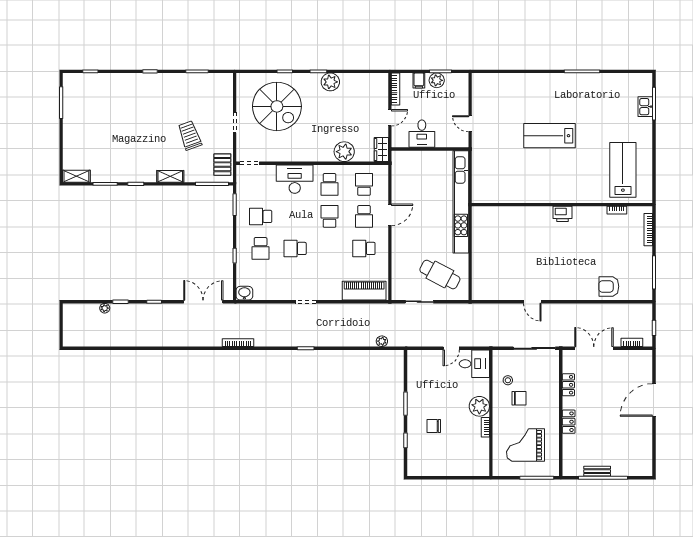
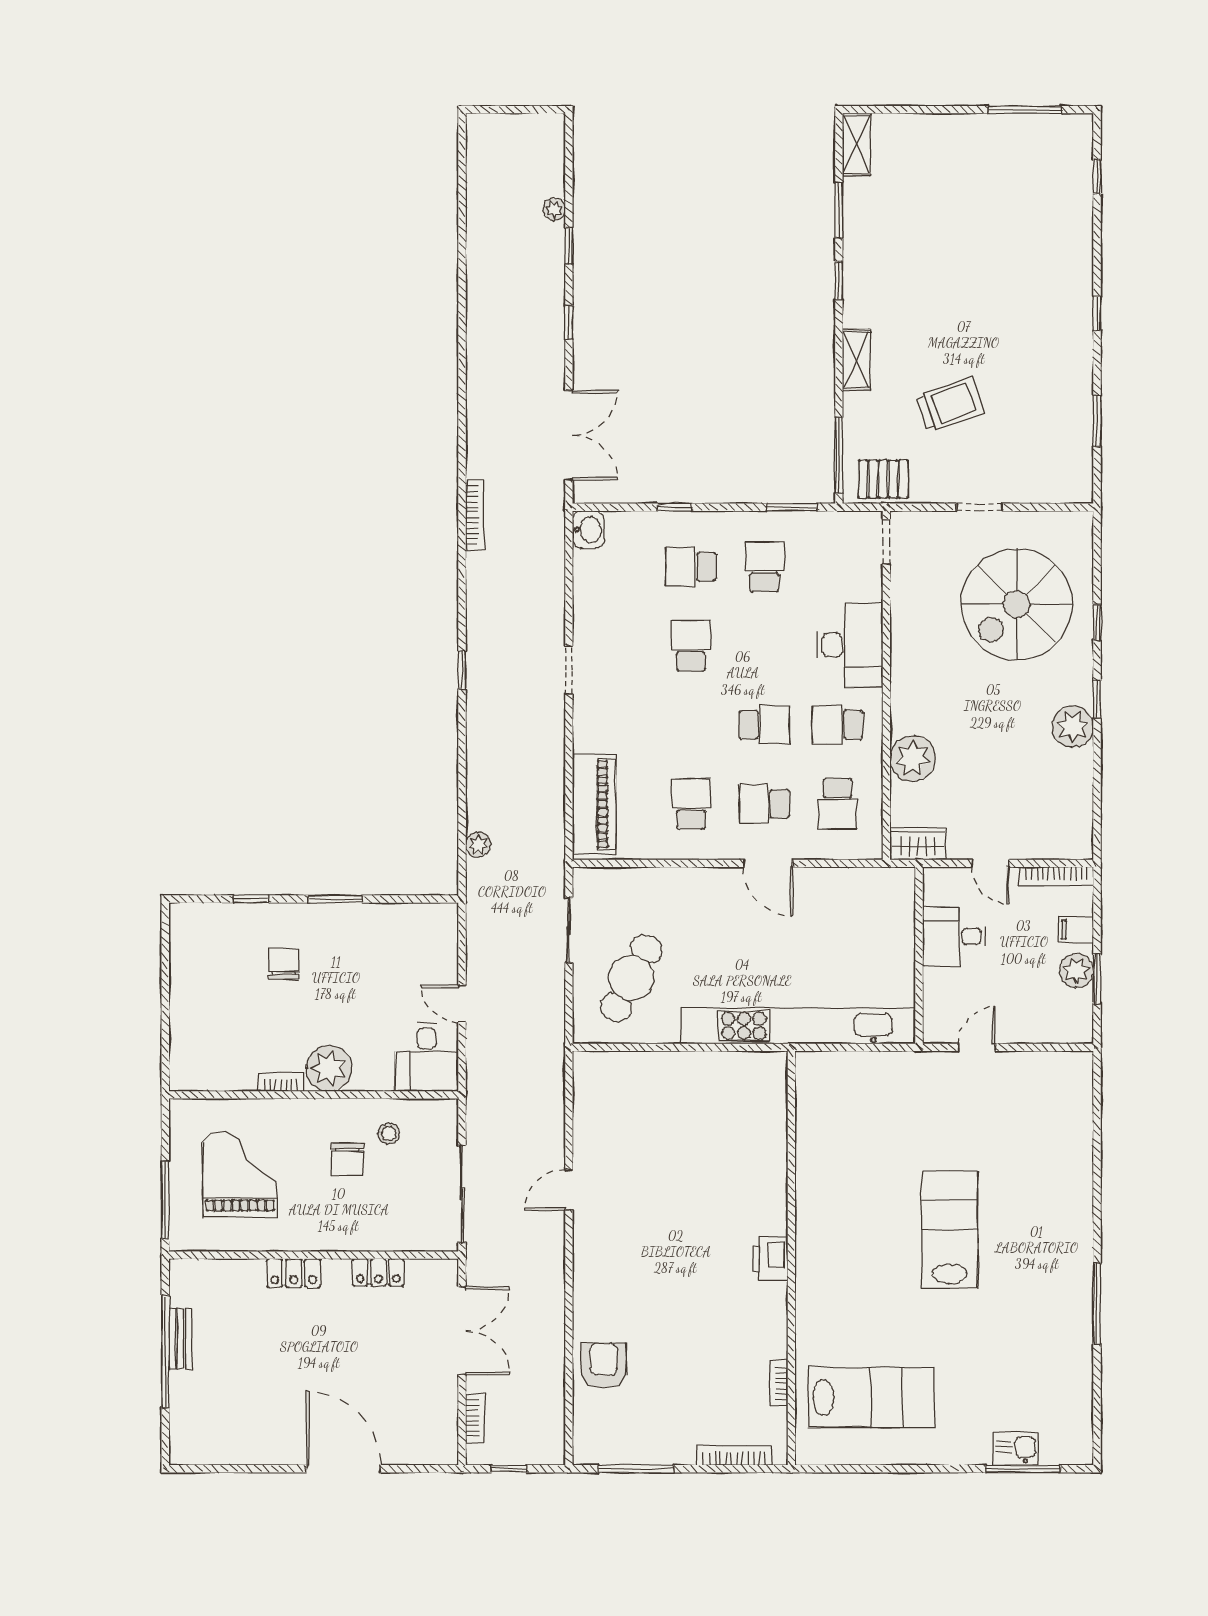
school desk: (364, 184) -> (838, 804), turned 90

